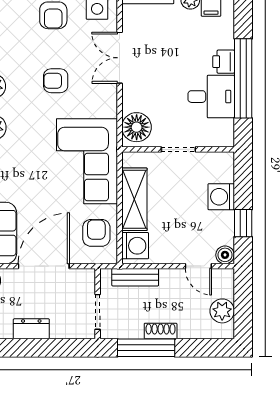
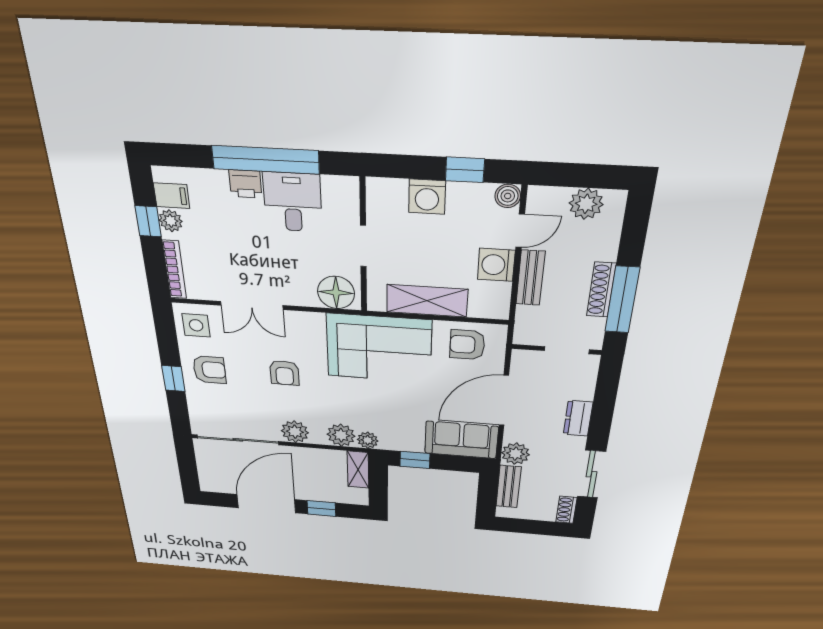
washing machine: (135, 246) -> (496, 265), moved, turned -90
door: (44, 266) -> (504, 401), hinge flipped
bench: (135, 277) -> (530, 278), moved
shoe rack: (161, 331) -> (601, 290), width x1.43

